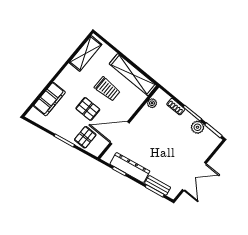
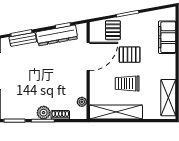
plant: (197, 127) -> (44, 113), moved

